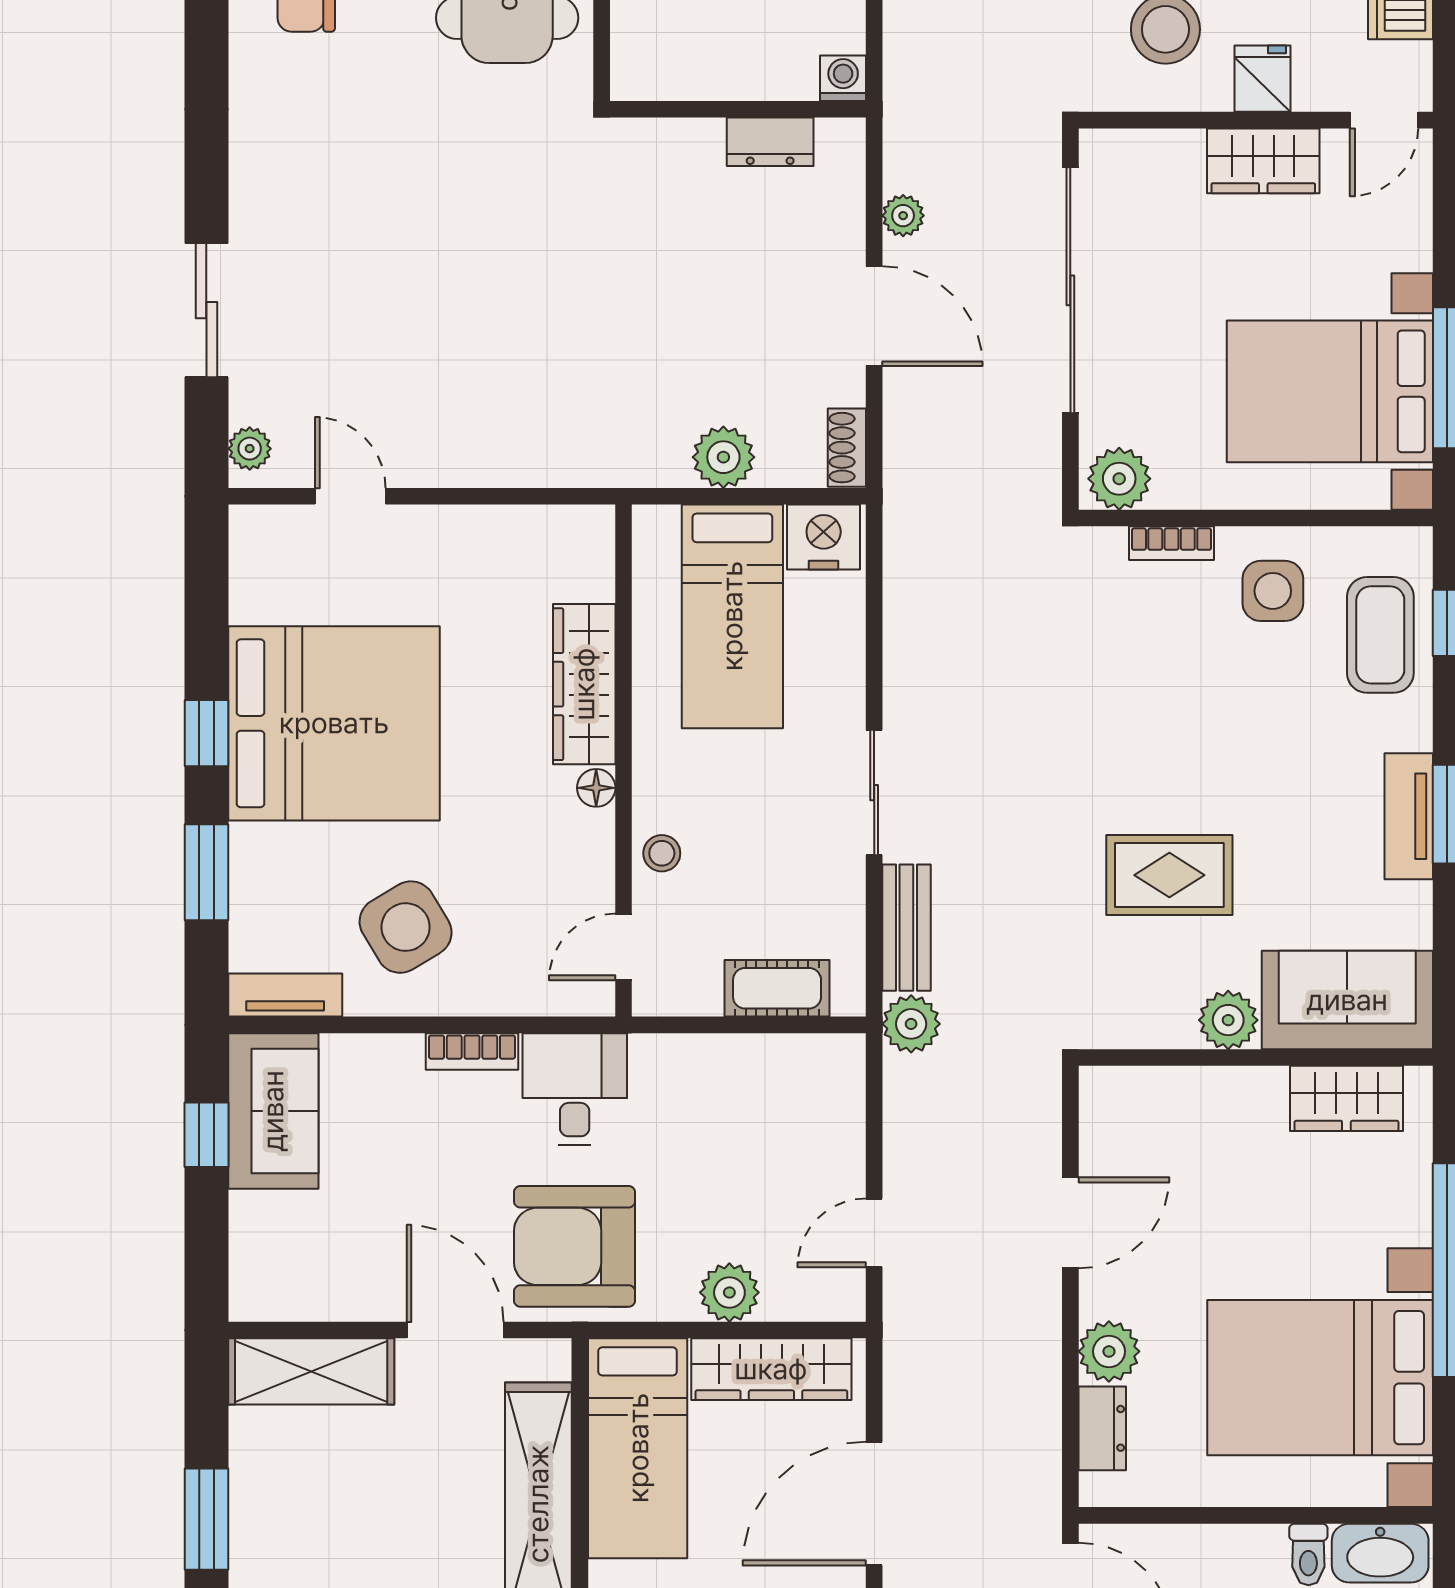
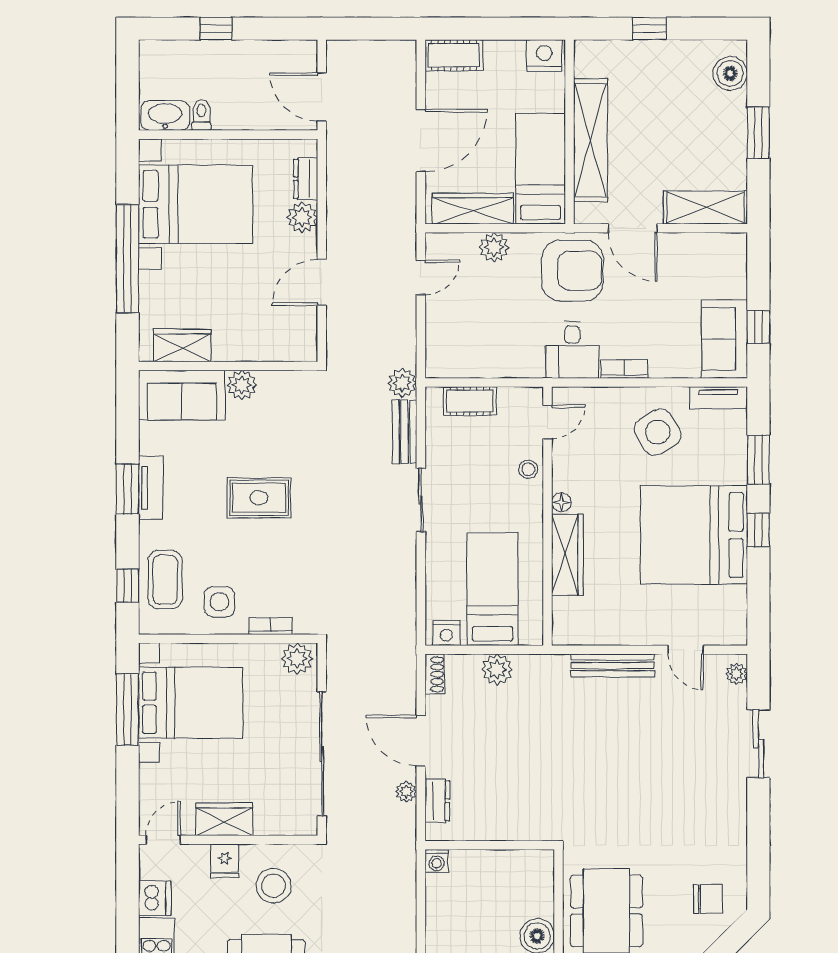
dresser: (770, 142) -> (437, 801), moved, turned 90
bench: (495, 465) -> (613, 665), added
nightstand: (824, 537) -> (446, 633), width x0.74, depth x0.75
rug: (1169, 875) -> (259, 498), moved

